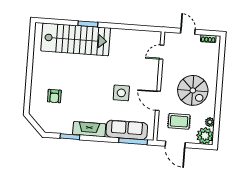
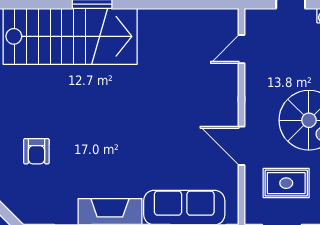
side table: (121, 93) -> (168, 135), removed

